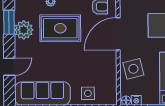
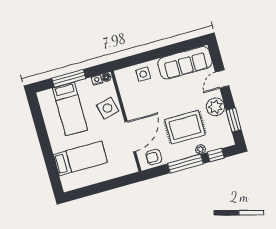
plant: (24, 30) -> (215, 107), moved

